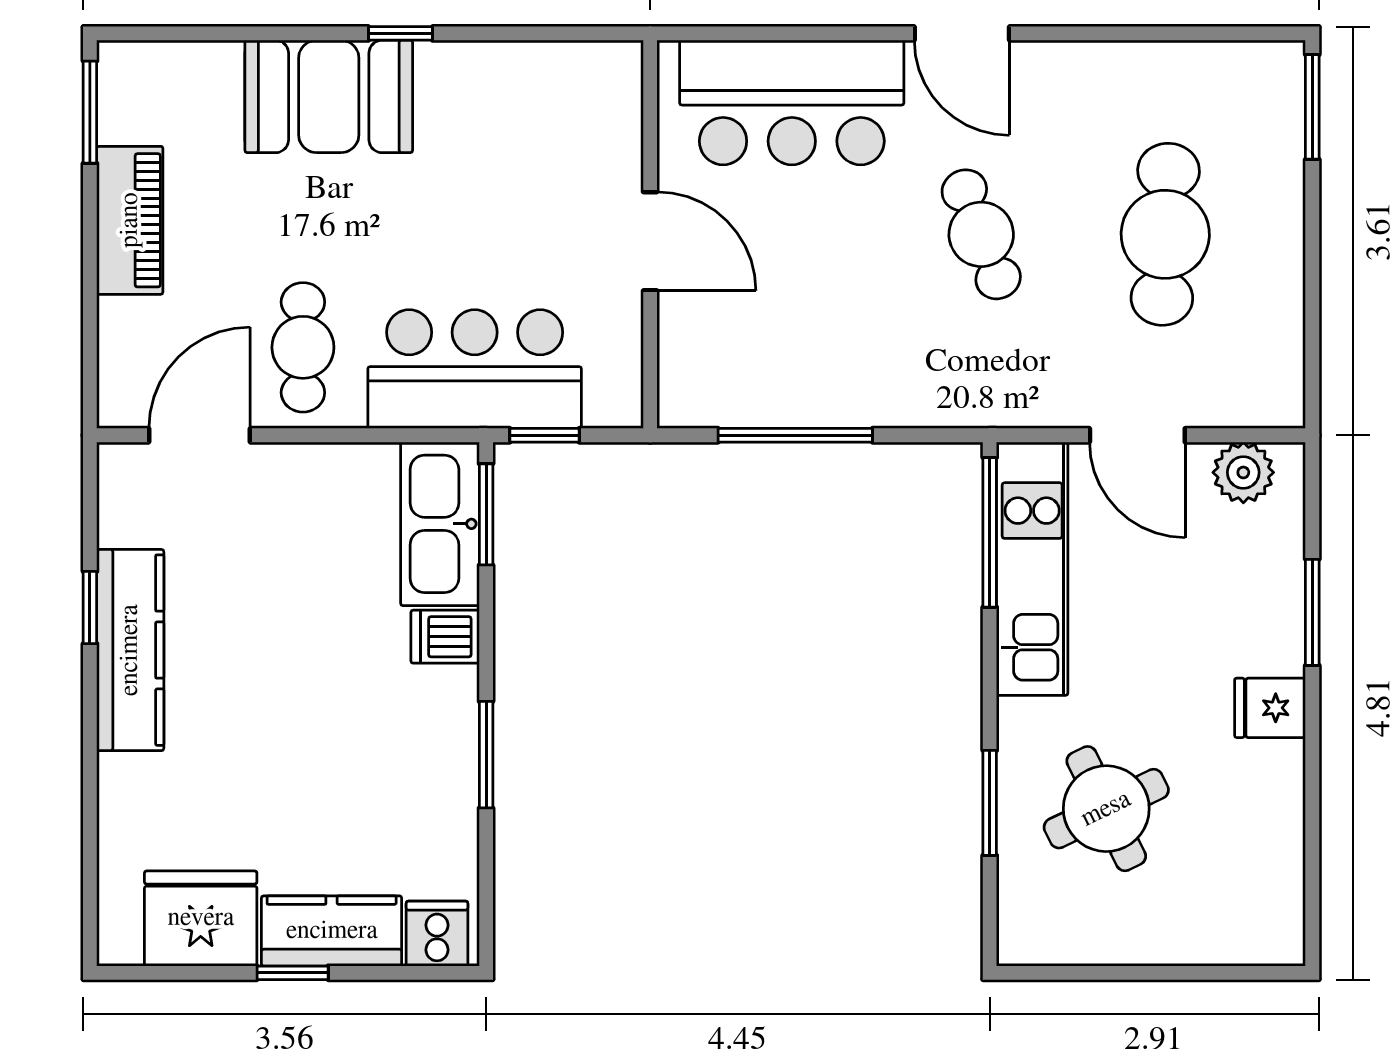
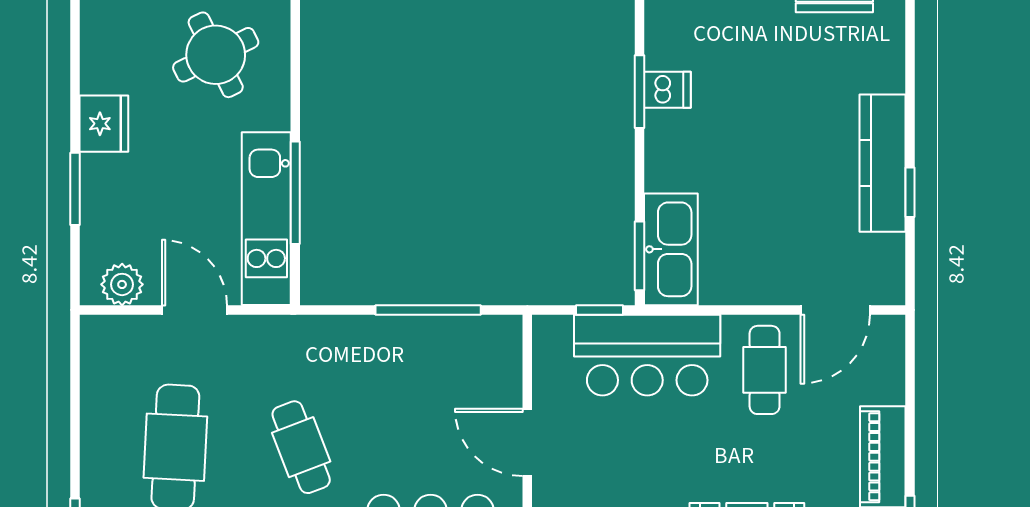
window: (990, 532) -> (295, 193), moved
dishwasher: (445, 637) -> (667, 90), moved
fridge: (1270, 708) -> (104, 124), width x1.38
window: (990, 803) -> (295, 59), removed

